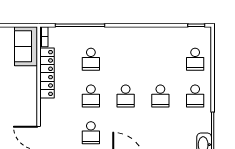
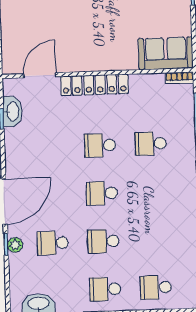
locker: (47, 73) -> (94, 85), moved
school desk: (91, 133) -> (53, 243), moved

